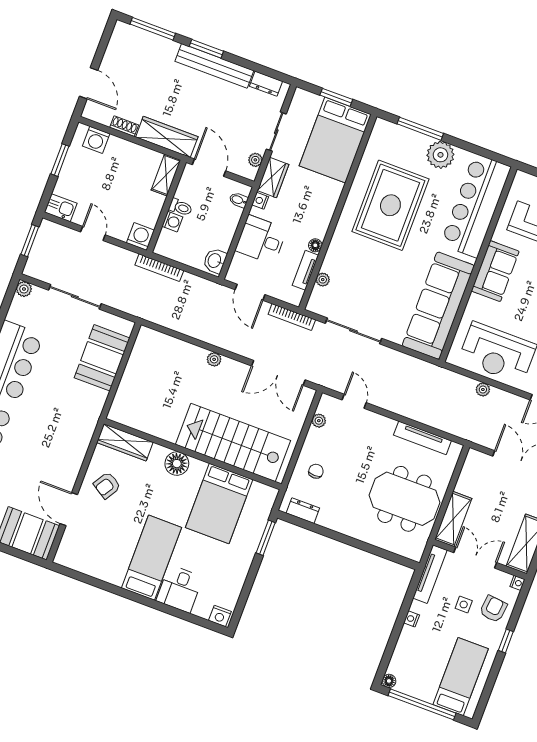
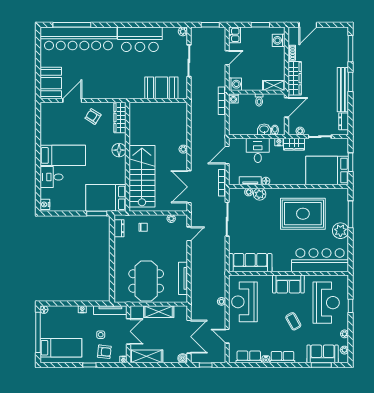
washing machine: (172, 222) -> (233, 98), moved
washbasin: (215, 261) -> (264, 129), moved
plant: (333, 263) -> (260, 194), added
sofa: (438, 306) -> (250, 263), width x0.74, depth x0.79
bed: (219, 503) -> (106, 198), moved
shelving: (453, 519) -> (159, 312), moved

